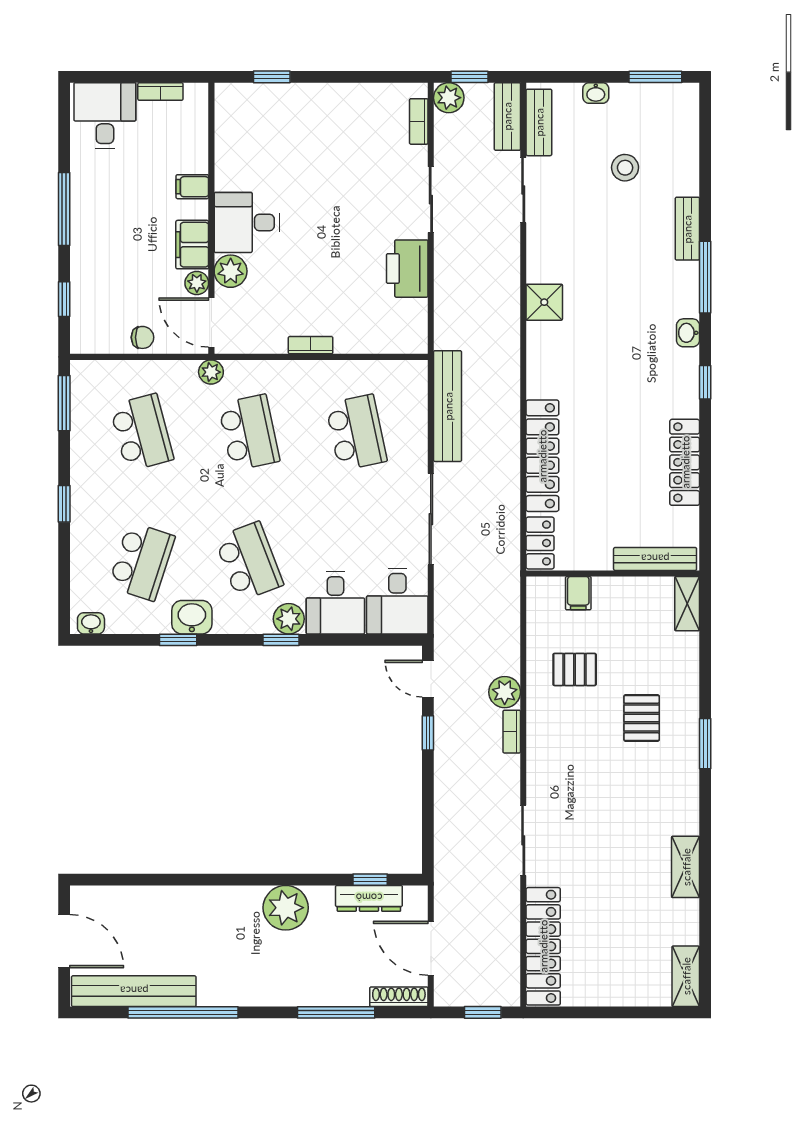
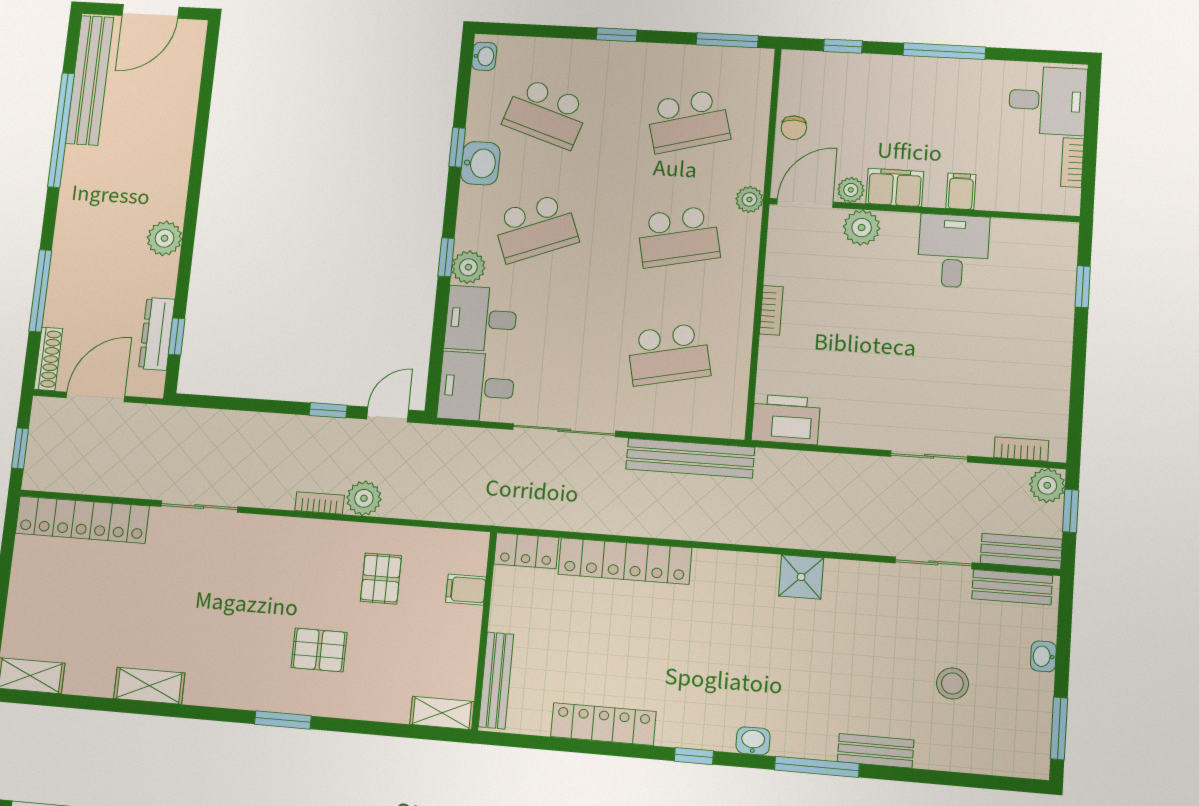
desk: (247, 222) -> (953, 251), moved
printer: (407, 269) -> (786, 419), moved
plant: (286, 908) -> (165, 238), width x0.73, depth x0.73

